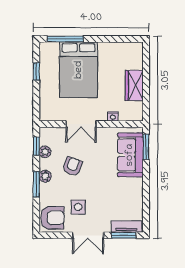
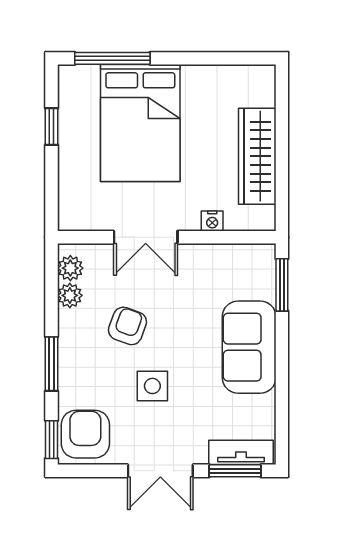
wardrobe: (134, 85) -> (257, 156), width x1.50
window: (36, 146) -> (52, 440), moved
sofa: (130, 155) -> (249, 347), moved
plant: (45, 176) -> (70, 268), moved
side table: (78, 207) -> (152, 386), moved
armchair: (52, 218) -> (85, 434), turned -90

